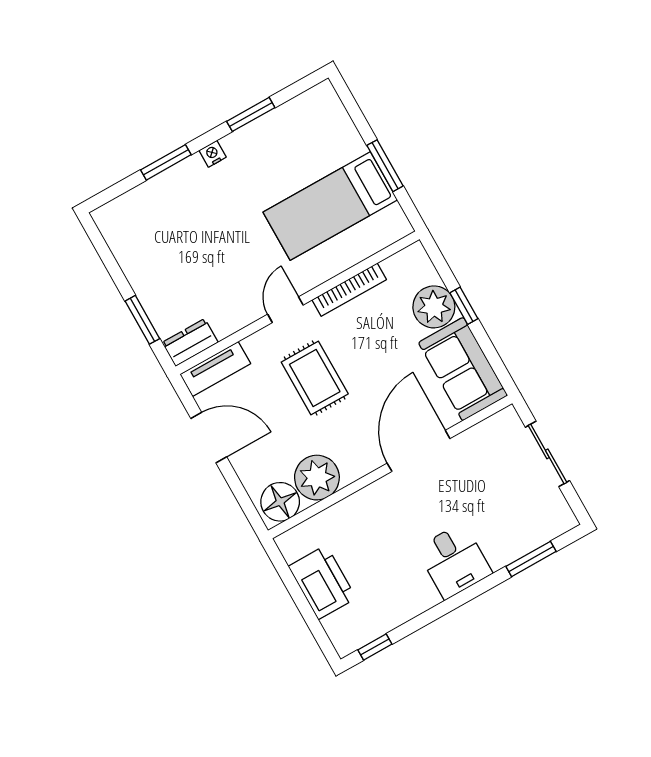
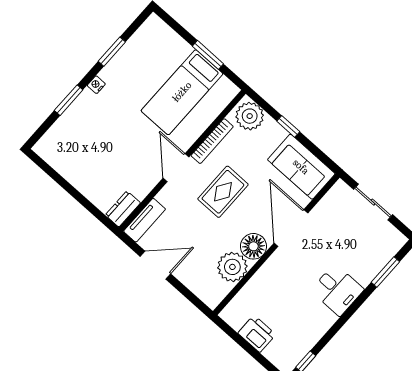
plant: (434, 307) -> (250, 116), moved
door: (285, 310) -> (176, 168), width x1.38
window: (142, 320) -> (88, 205), removed
rug: (315, 378) -> (223, 192), moved, turned 90
floor lamp: (280, 502) -> (253, 246), moved
printer: (322, 582) -> (257, 334), width x0.73, depth x0.84

